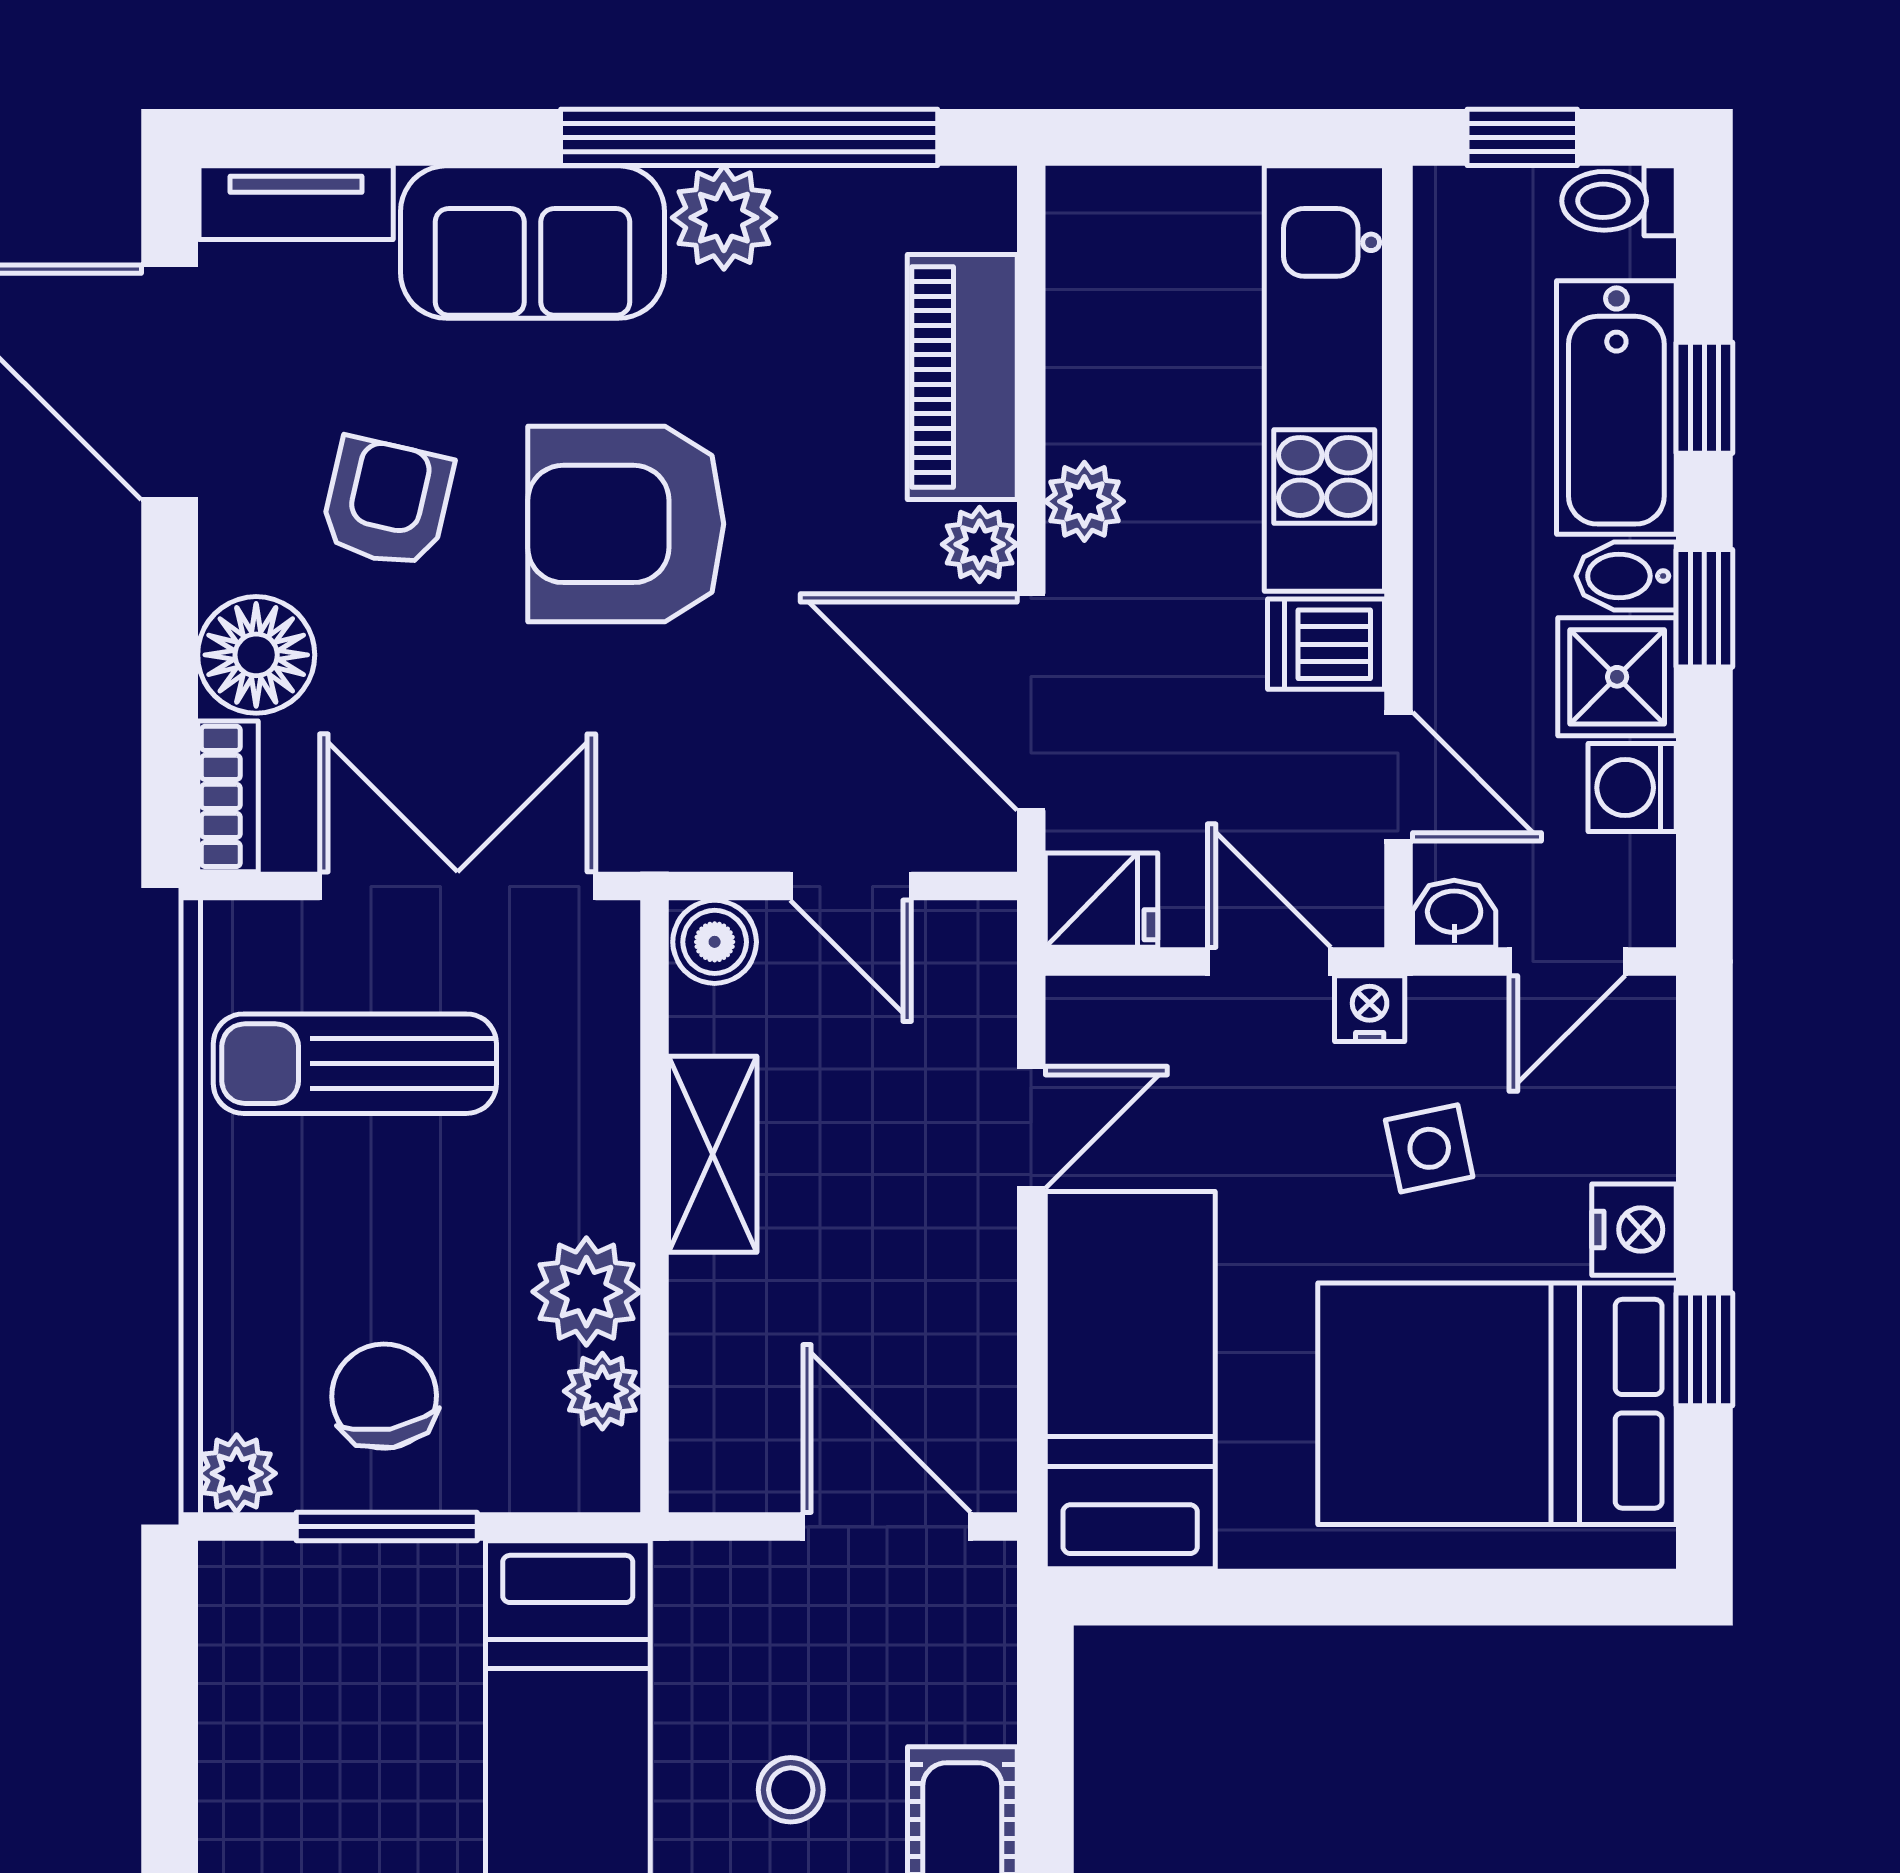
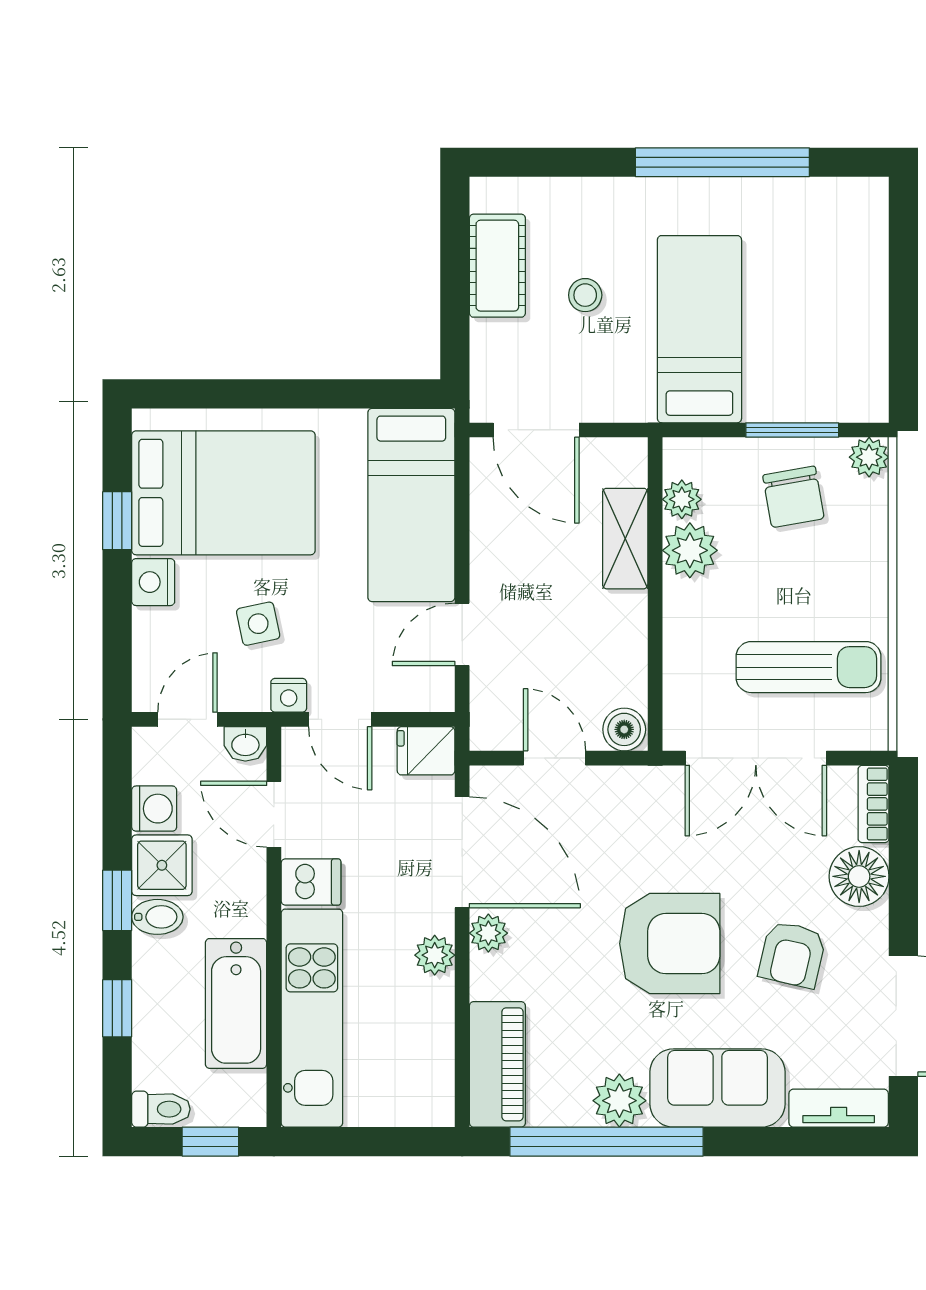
piano: (962, 377) -> (497, 1064), moved
bathtub: (1616, 408) -> (236, 1003), moved, turned 180
shelving: (713, 1154) -> (625, 539), moved

